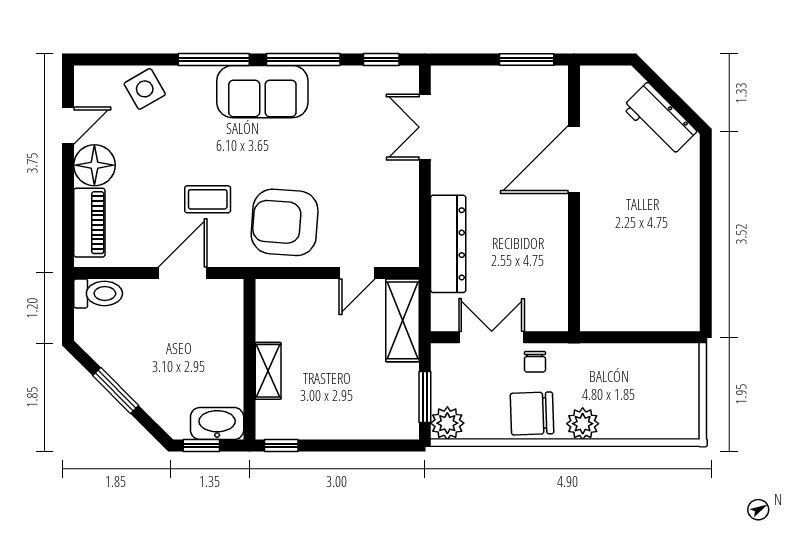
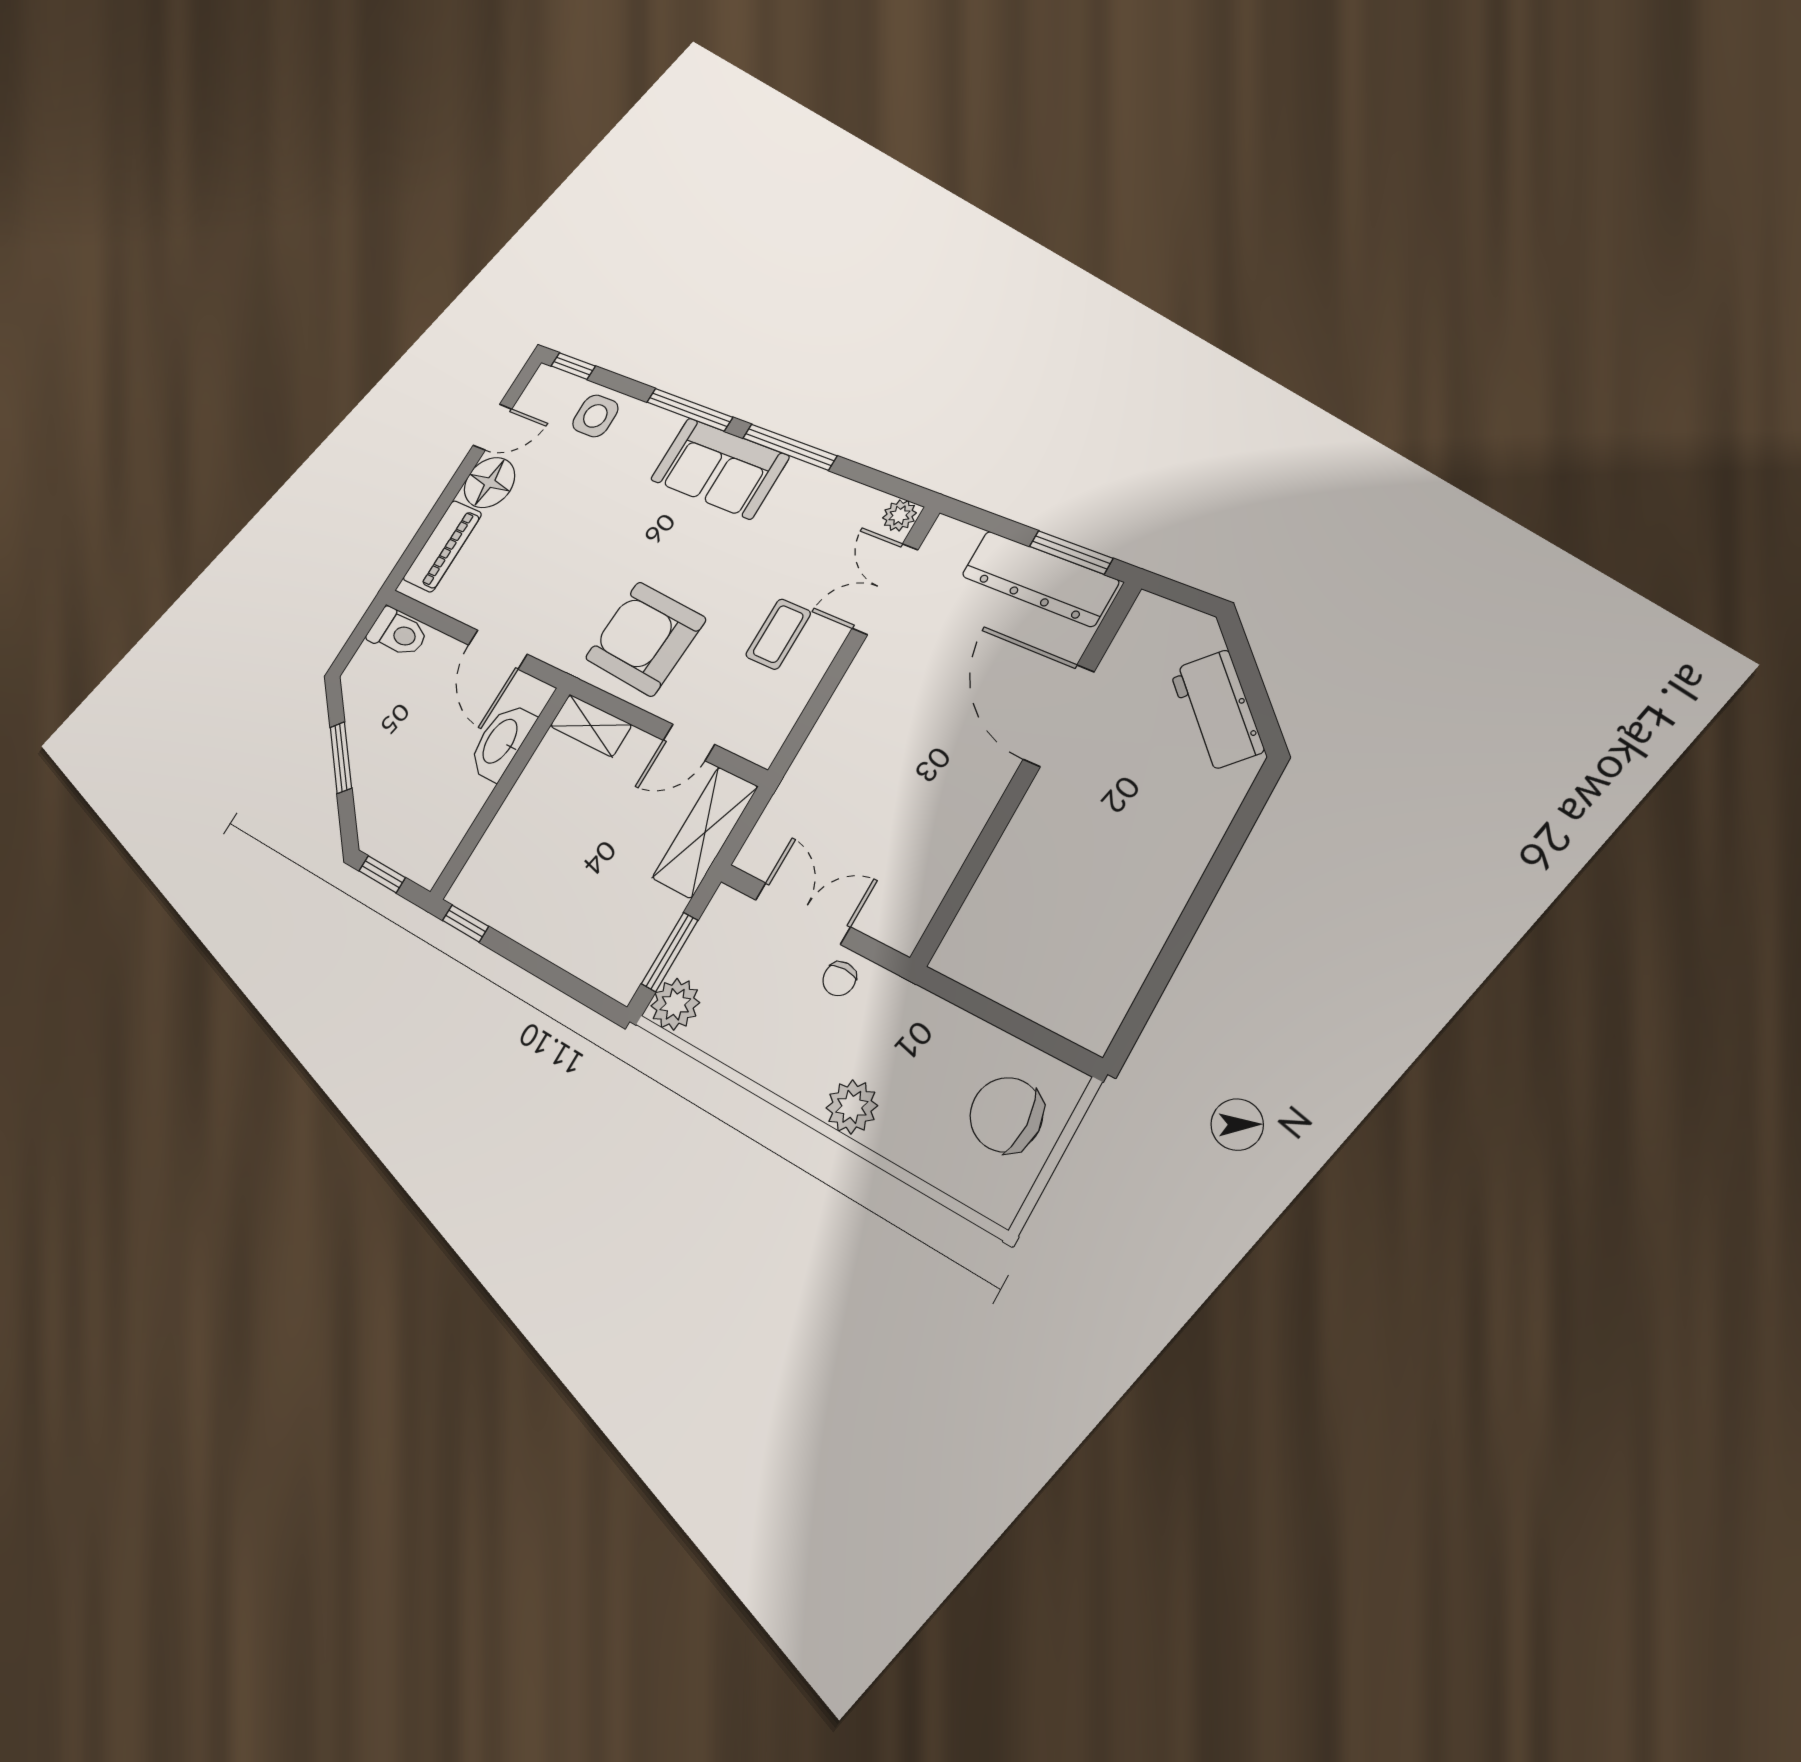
window: (381, 59) -> (573, 366), moved
plant: (406, 77) -> (899, 515), added
side table: (145, 89) -> (595, 416), turned 30
door: (574, 159) -> (1059, 716), hinge flipped
coffee table: (208, 199) -> (778, 634), moved, turned 90
dresser: (448, 244) -> (1040, 578), moved, turned 90
door: (183, 273) -> (498, 650), swing flipped
shelving: (268, 371) -> (591, 725), moved, turned 90
chair: (532, 413) -> (1006, 1115), moved
washbasin: (217, 423) -> (501, 742), moved, turned -90

